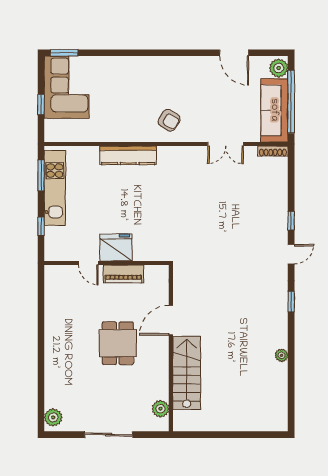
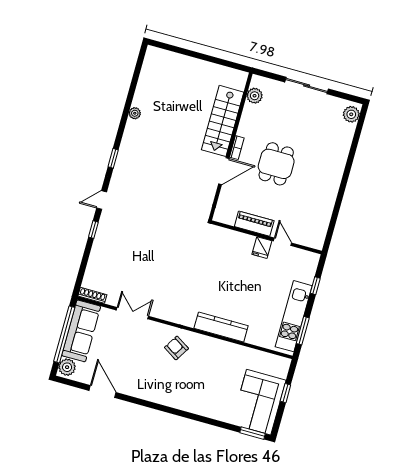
fridge: (116, 247) -> (262, 248), width x0.53, depth x0.75
bookcase: (164, 349) -> (237, 148), added

